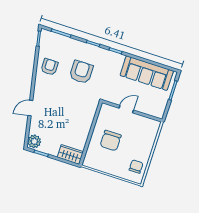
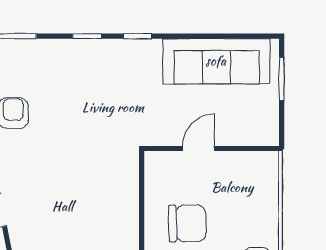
armchair: (81, 72) -> (82, 102), removed
chair: (111, 141) -> (187, 223), turned -91

